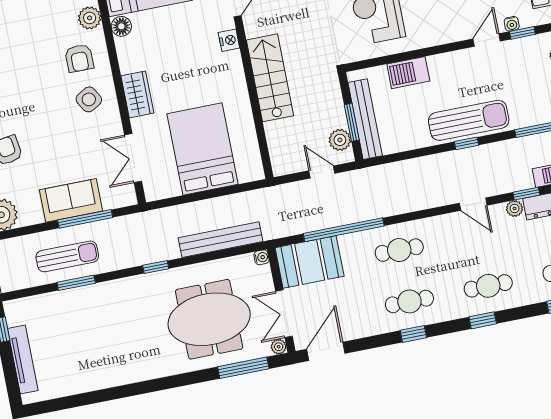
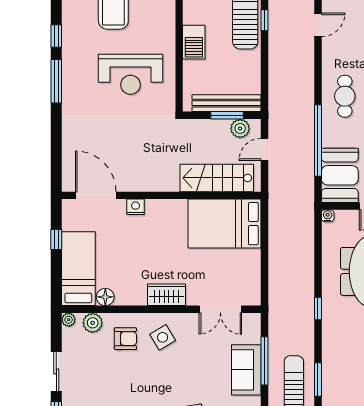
barbecue: (408, 73) -> (194, 42), moved
stairs: (270, 78) -> (217, 178), moved
bed: (202, 149) -> (225, 224), moved
bench: (221, 240) -> (305, 248), removed

